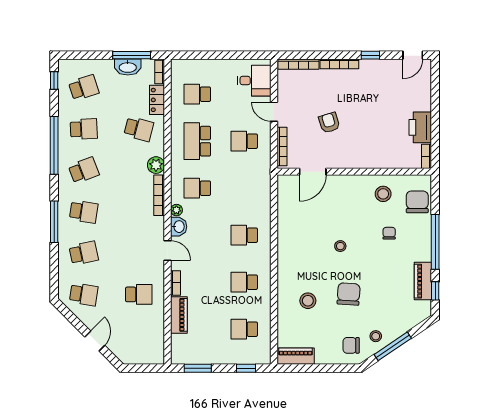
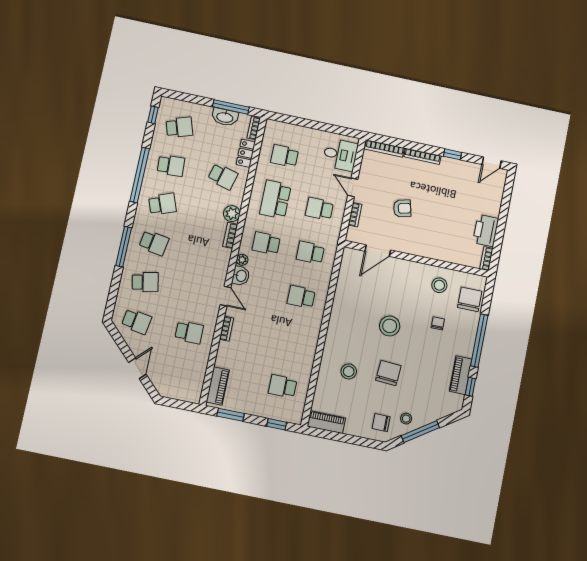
armchair: (329, 123) -> (402, 208), turned 93
bookcase: (282, 146) -> (355, 215), width x0.64
bookcase: (159, 195) -> (230, 235), width x0.64
stool: (340, 246) -> (390, 326), width x1.89, depth x1.89
school desk: (244, 282) -> (310, 253), moved
piano: (179, 315) -> (218, 386), moved

